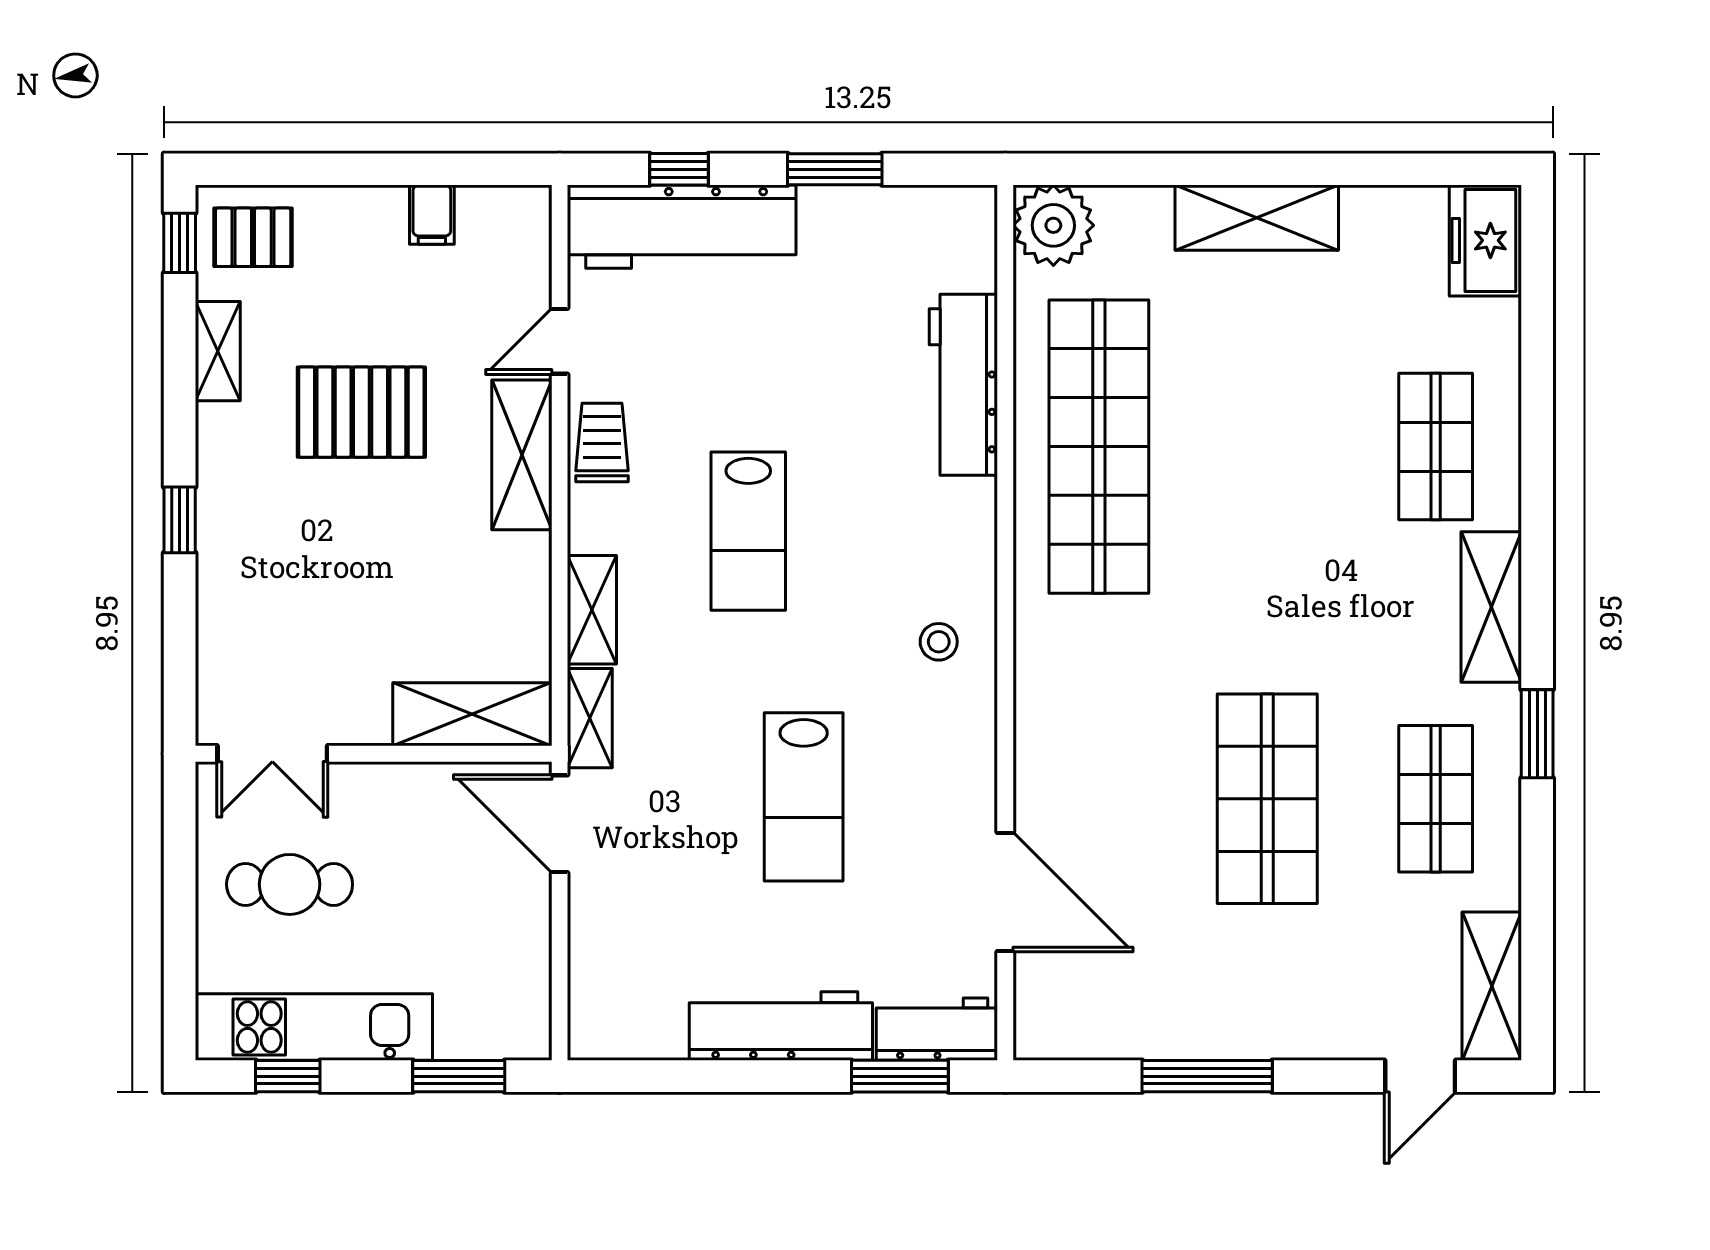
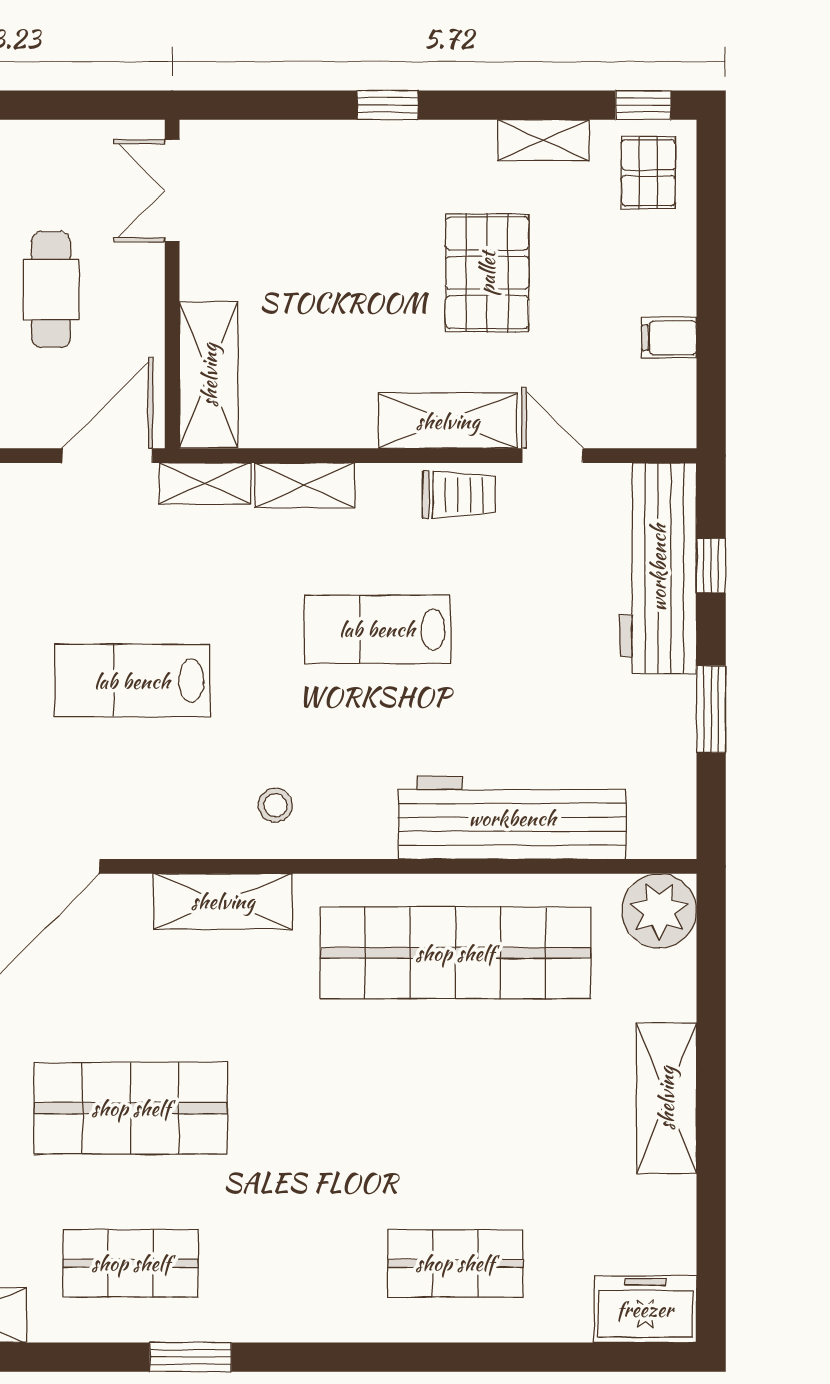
workbench: (963, 385) -> (512, 818), width x1.36, depth x1.32
shelving: (1491, 607) -> (223, 901), moved
cafe table: (290, 884) -> (51, 290), moved

